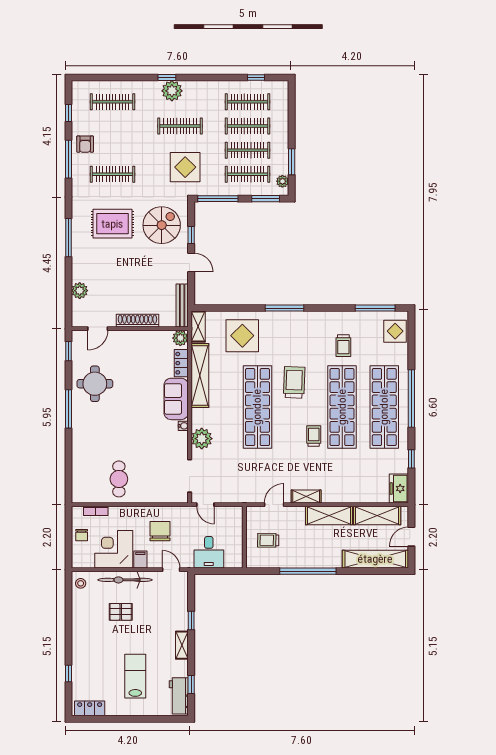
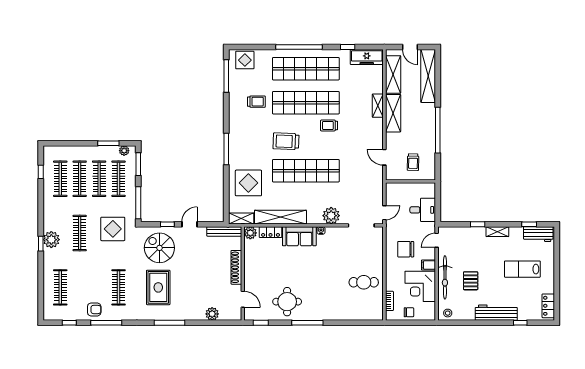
freezer: (399, 489) -> (367, 57), width x1.40
shelving: (306, 496) -> (378, 106), moved
workbench: (81, 644) -> (496, 313), added

